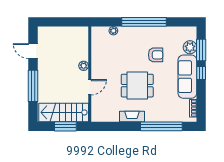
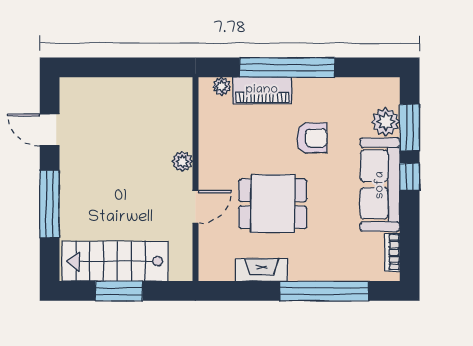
piano: (132, 33) -> (262, 90), added
plant: (84, 66) -> (182, 161), moved
wall: (90, 74) -> (195, 179), moved
door: (90, 87) -> (195, 207), moved

